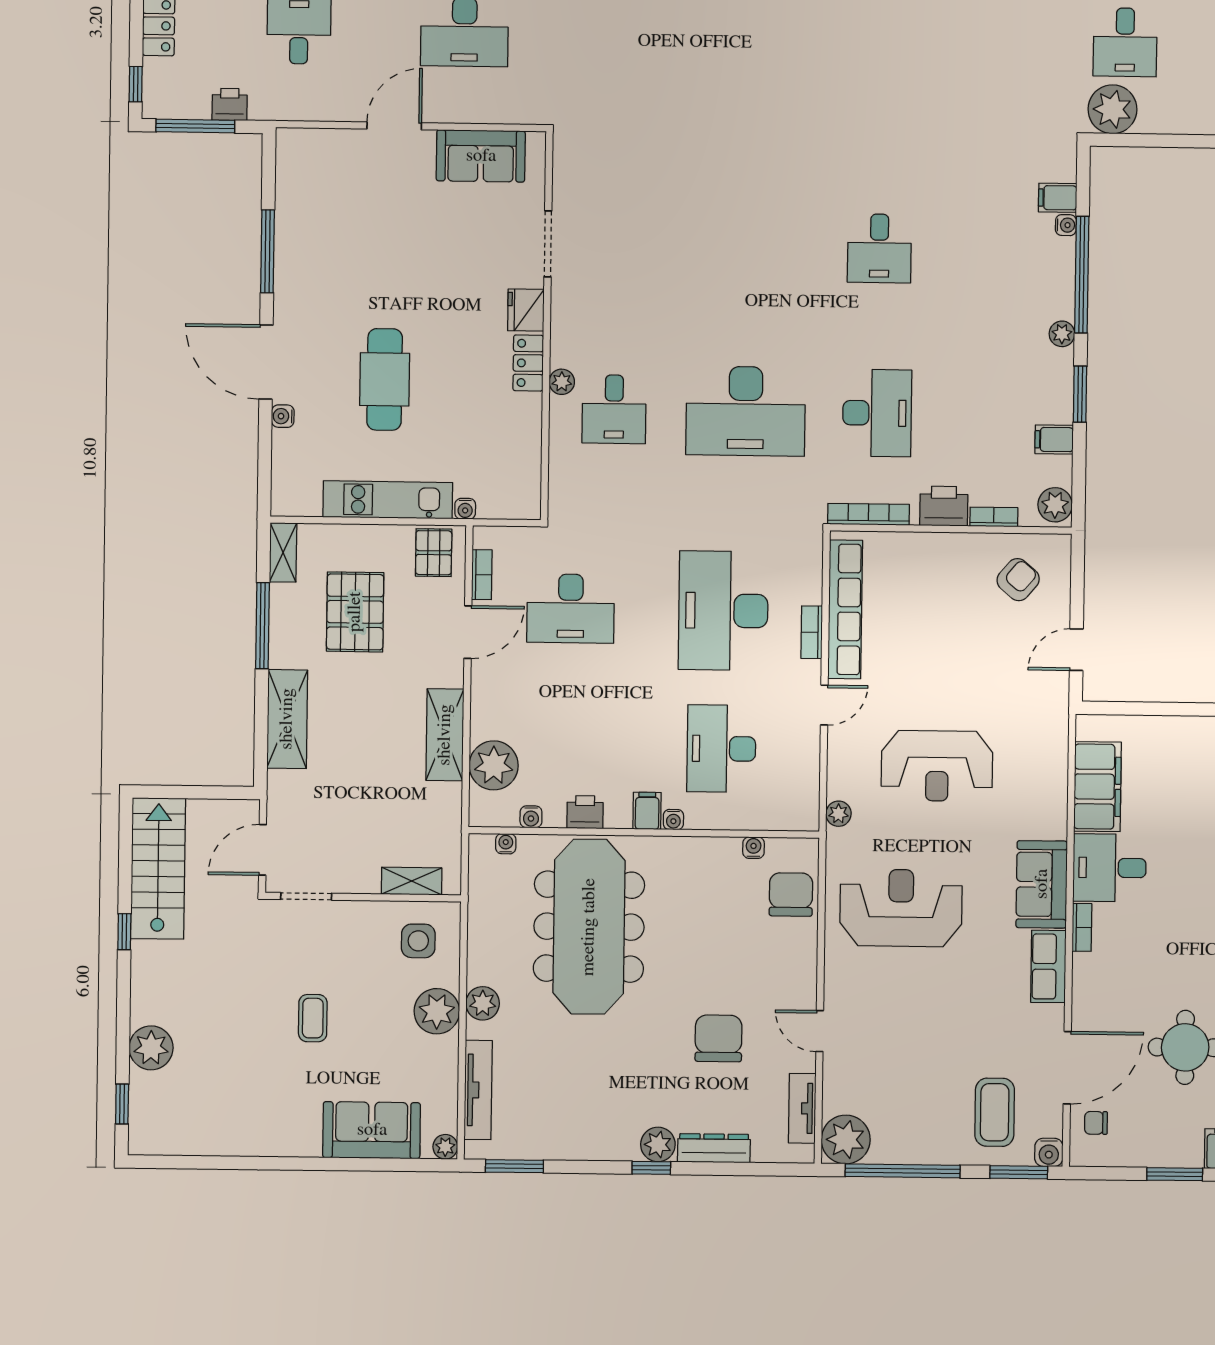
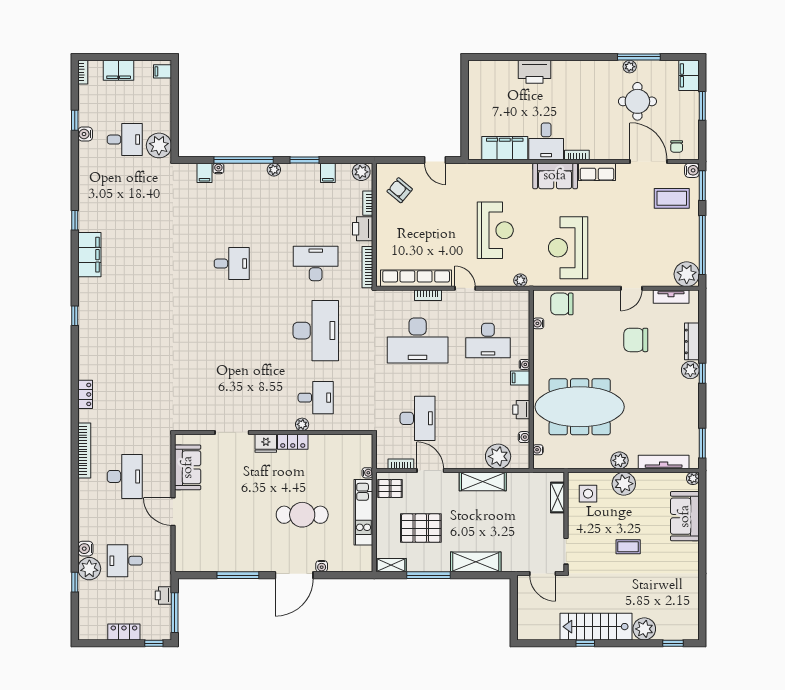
stairs: (158, 868) -> (596, 627), moved

